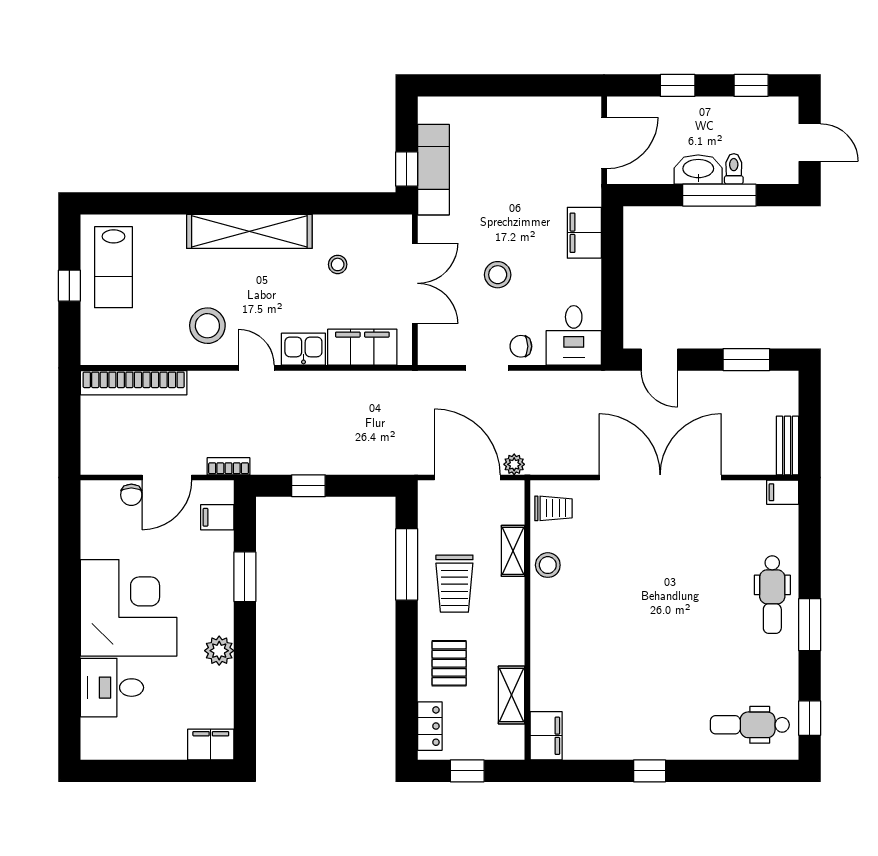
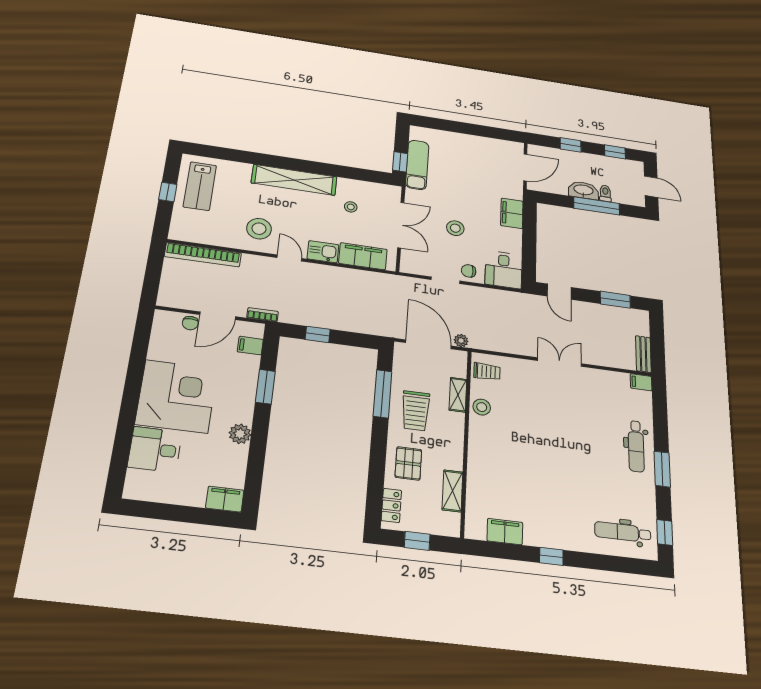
double door: (660, 477) -> (559, 362), width x0.54
filing cabinet: (546, 736) -> (505, 532), moved, turned -90

